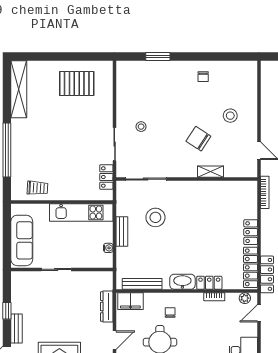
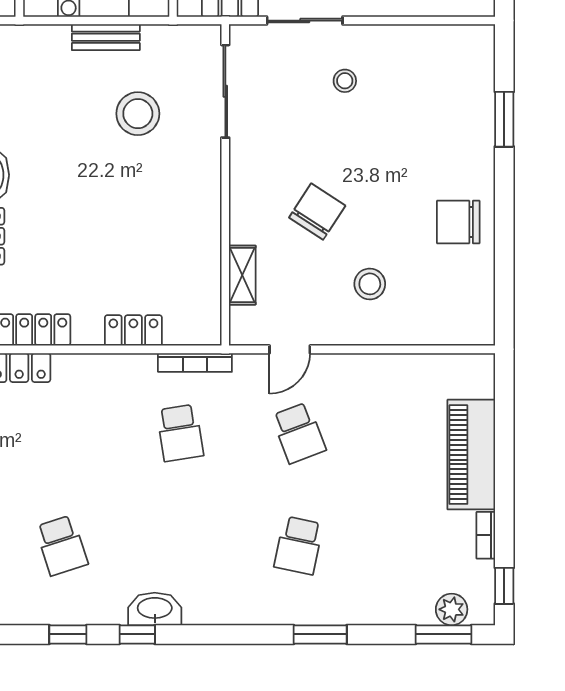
chair: (203, 77) -> (458, 222), width x1.87, depth x1.87
shelving: (210, 172) -> (242, 275), moved
locker: (251, 232) -> (133, 330), moved

